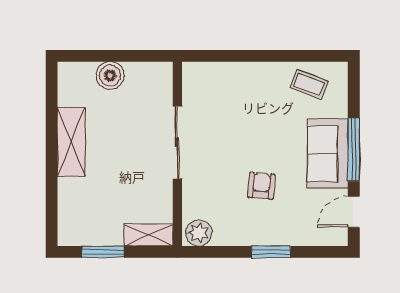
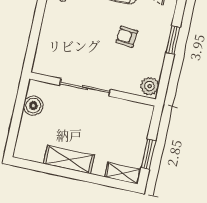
boiler: (110, 75) -> (33, 106), moved
shelving: (149, 235) -> (123, 173), moved, turned 90

